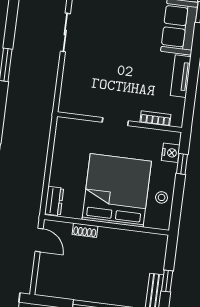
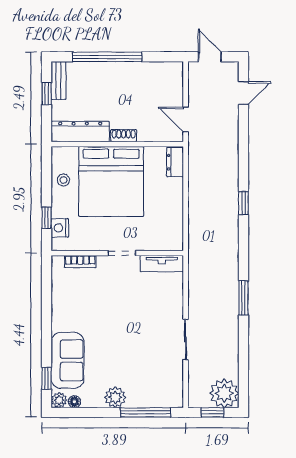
tv unit: (181, 76) -> (162, 264), moved, turned 90
shoe rack: (85, 230) -> (124, 136), moved
dresser: (140, 241) -> (80, 132), added

